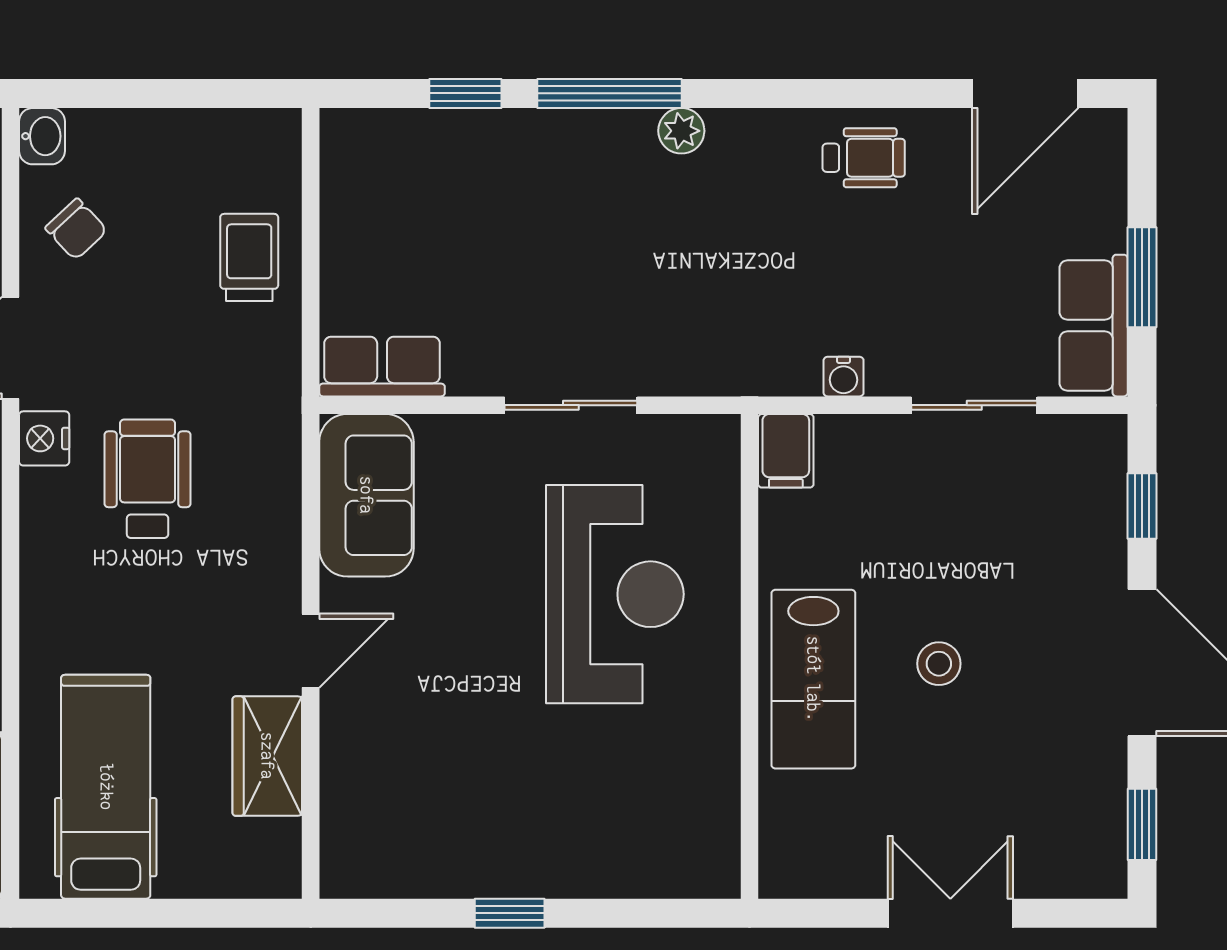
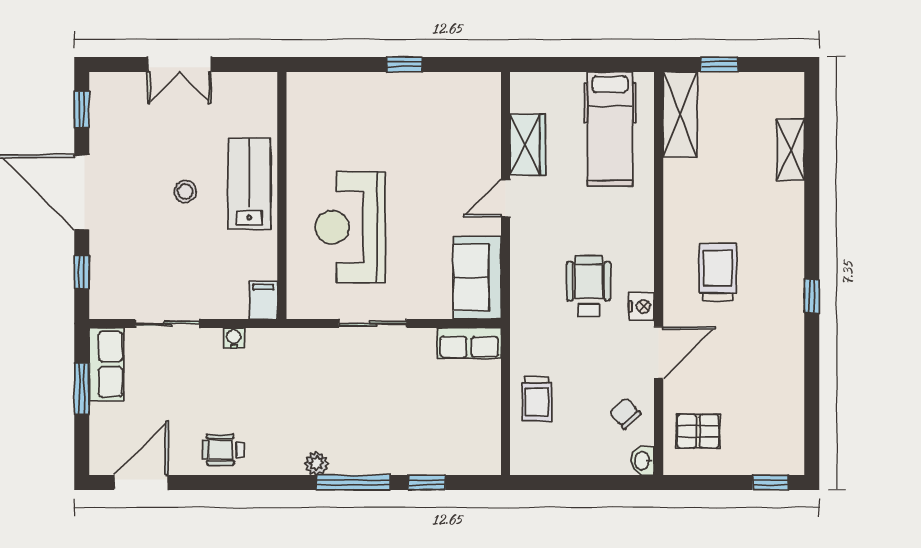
wheelchair: (148, 479) -> (589, 286), turned 180

